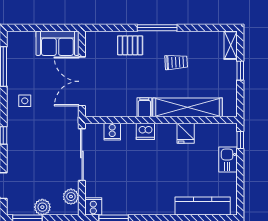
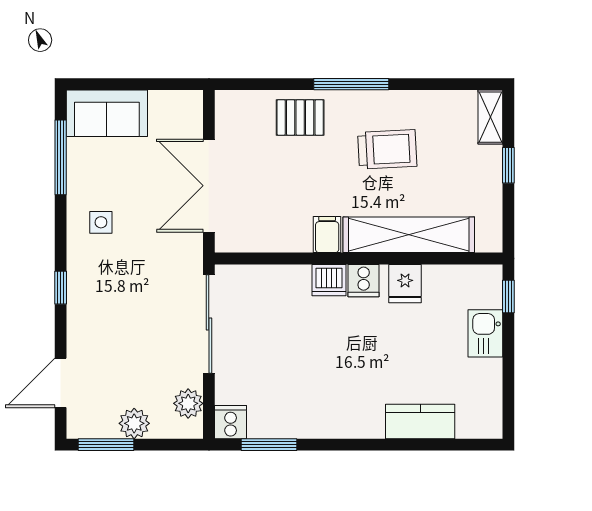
sofa: (57, 43) -> (107, 113), moved
trolley: (176, 62) -> (387, 149), width x1.36, depth x1.39
cooker: (112, 132) -> (364, 281), moved
kitchen counter: (203, 206) -> (420, 422), width x0.67

